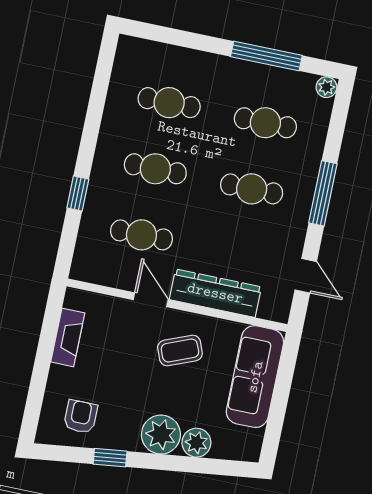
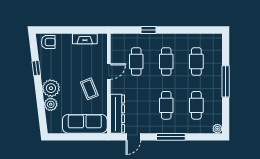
window: (266, 56) -> (226, 81), moved
dresser: (215, 293) -> (118, 114), moved
armchair: (81, 417) -> (48, 42), moved

